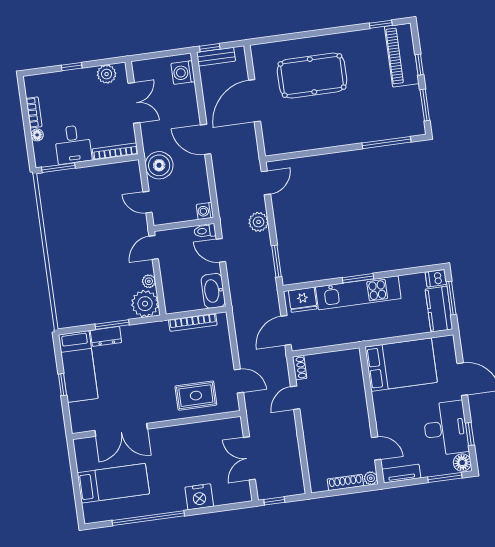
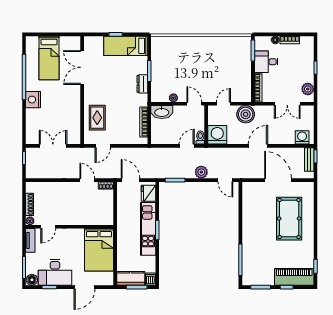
washing machine: (205, 211) -> (217, 135), width x1.89, depth x1.89
washbasin: (213, 291) -> (162, 112), moved, turned 180
plant: (145, 304) -> (160, 93), removed
dresser: (106, 336) -> (142, 84), moved
nightstand: (199, 497) -> (33, 100), moved

